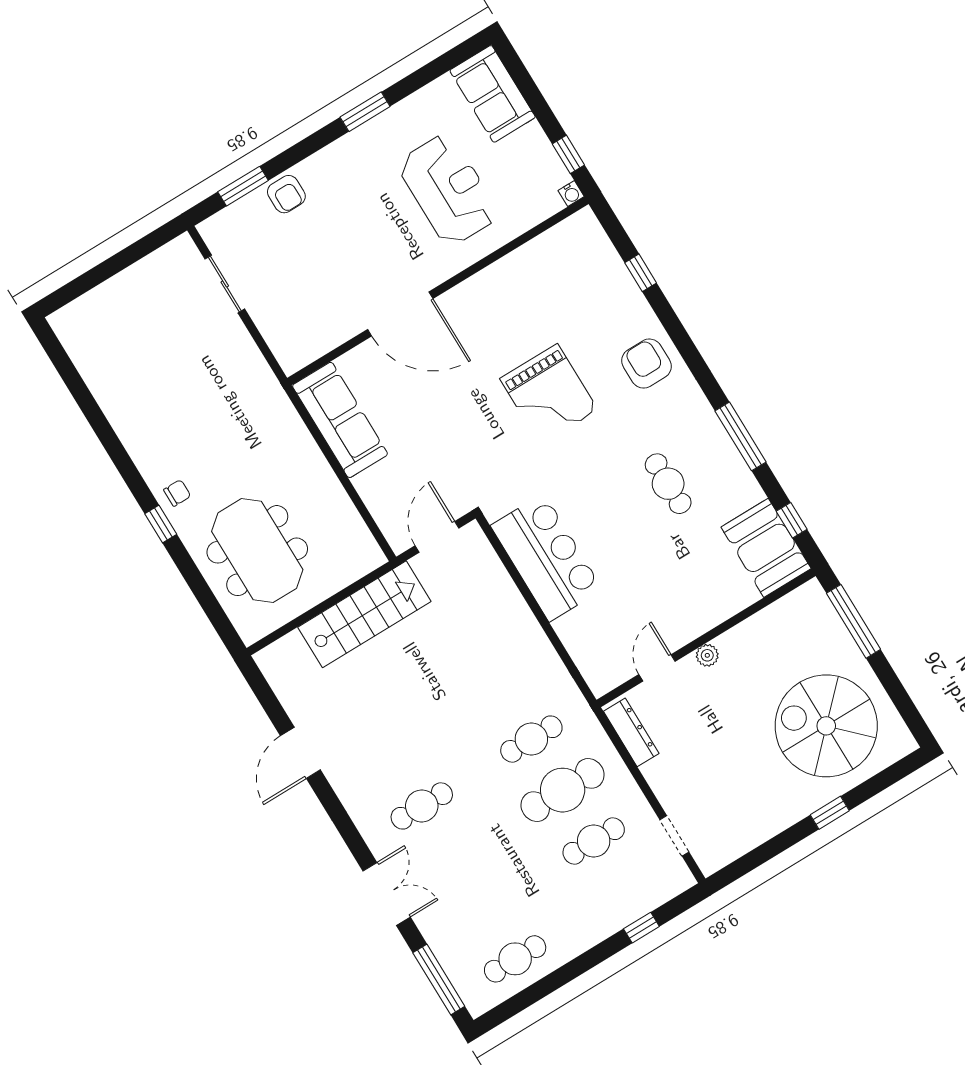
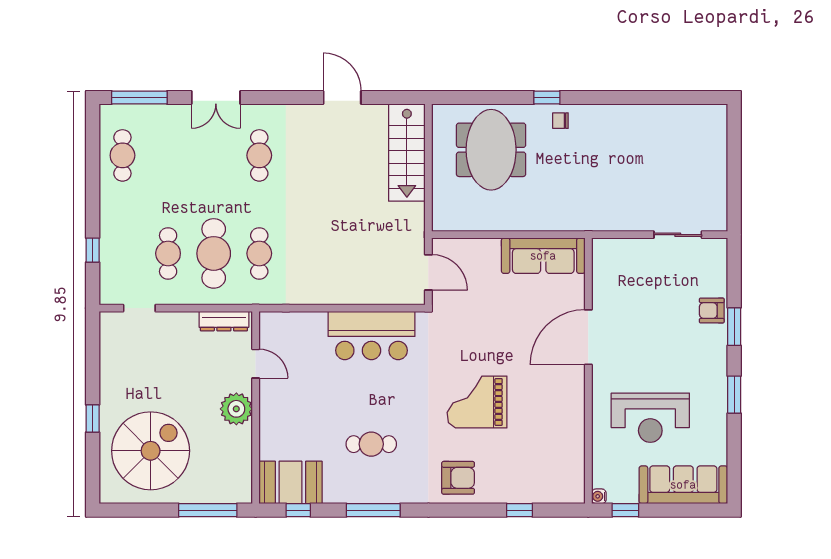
sofa: (493, 94) -> (683, 485), width x1.36
window: (243, 186) -> (734, 327), moved
chair: (177, 493) -> (560, 121), turned 90
meeting table: (257, 551) -> (491, 150), turned 90
stairs: (364, 614) -> (407, 153), moved
plant: (707, 655) -> (236, 409), width x1.88, depth x1.88

